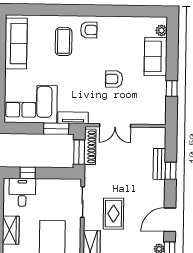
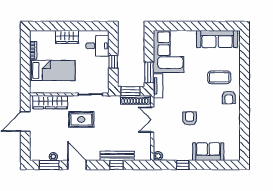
plant: (161, 30) -> (158, 156), moved
bench: (159, 164) -> (117, 156), width x1.36
window: (28, 173) -> (113, 62), moved

